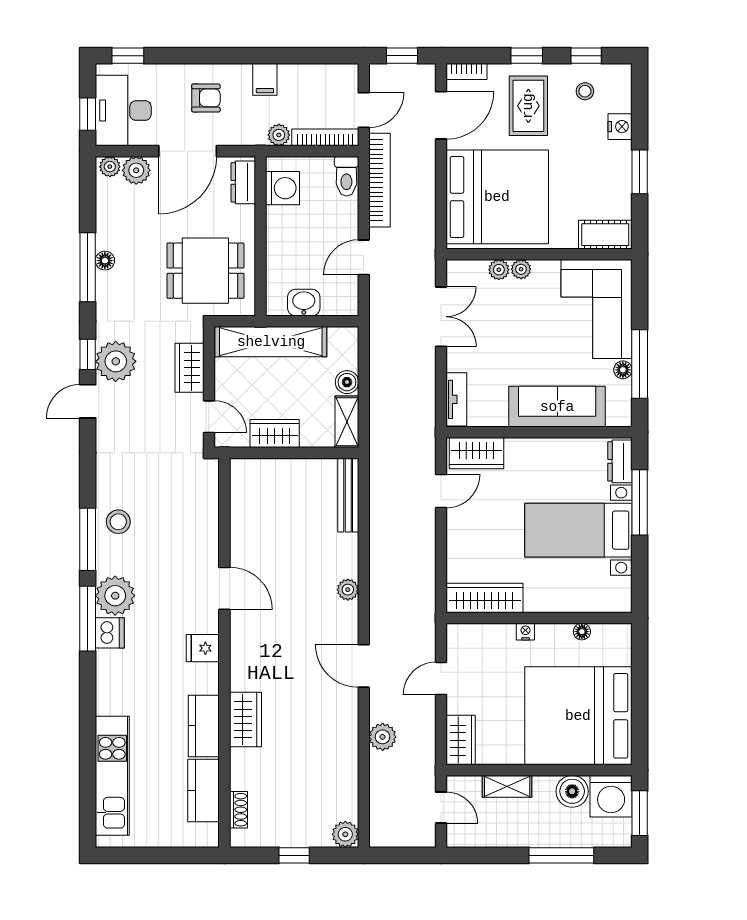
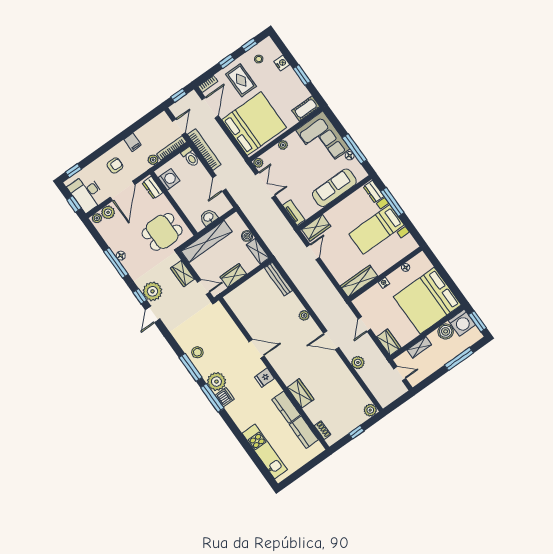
plant: (499, 270) -> (258, 163), moved

